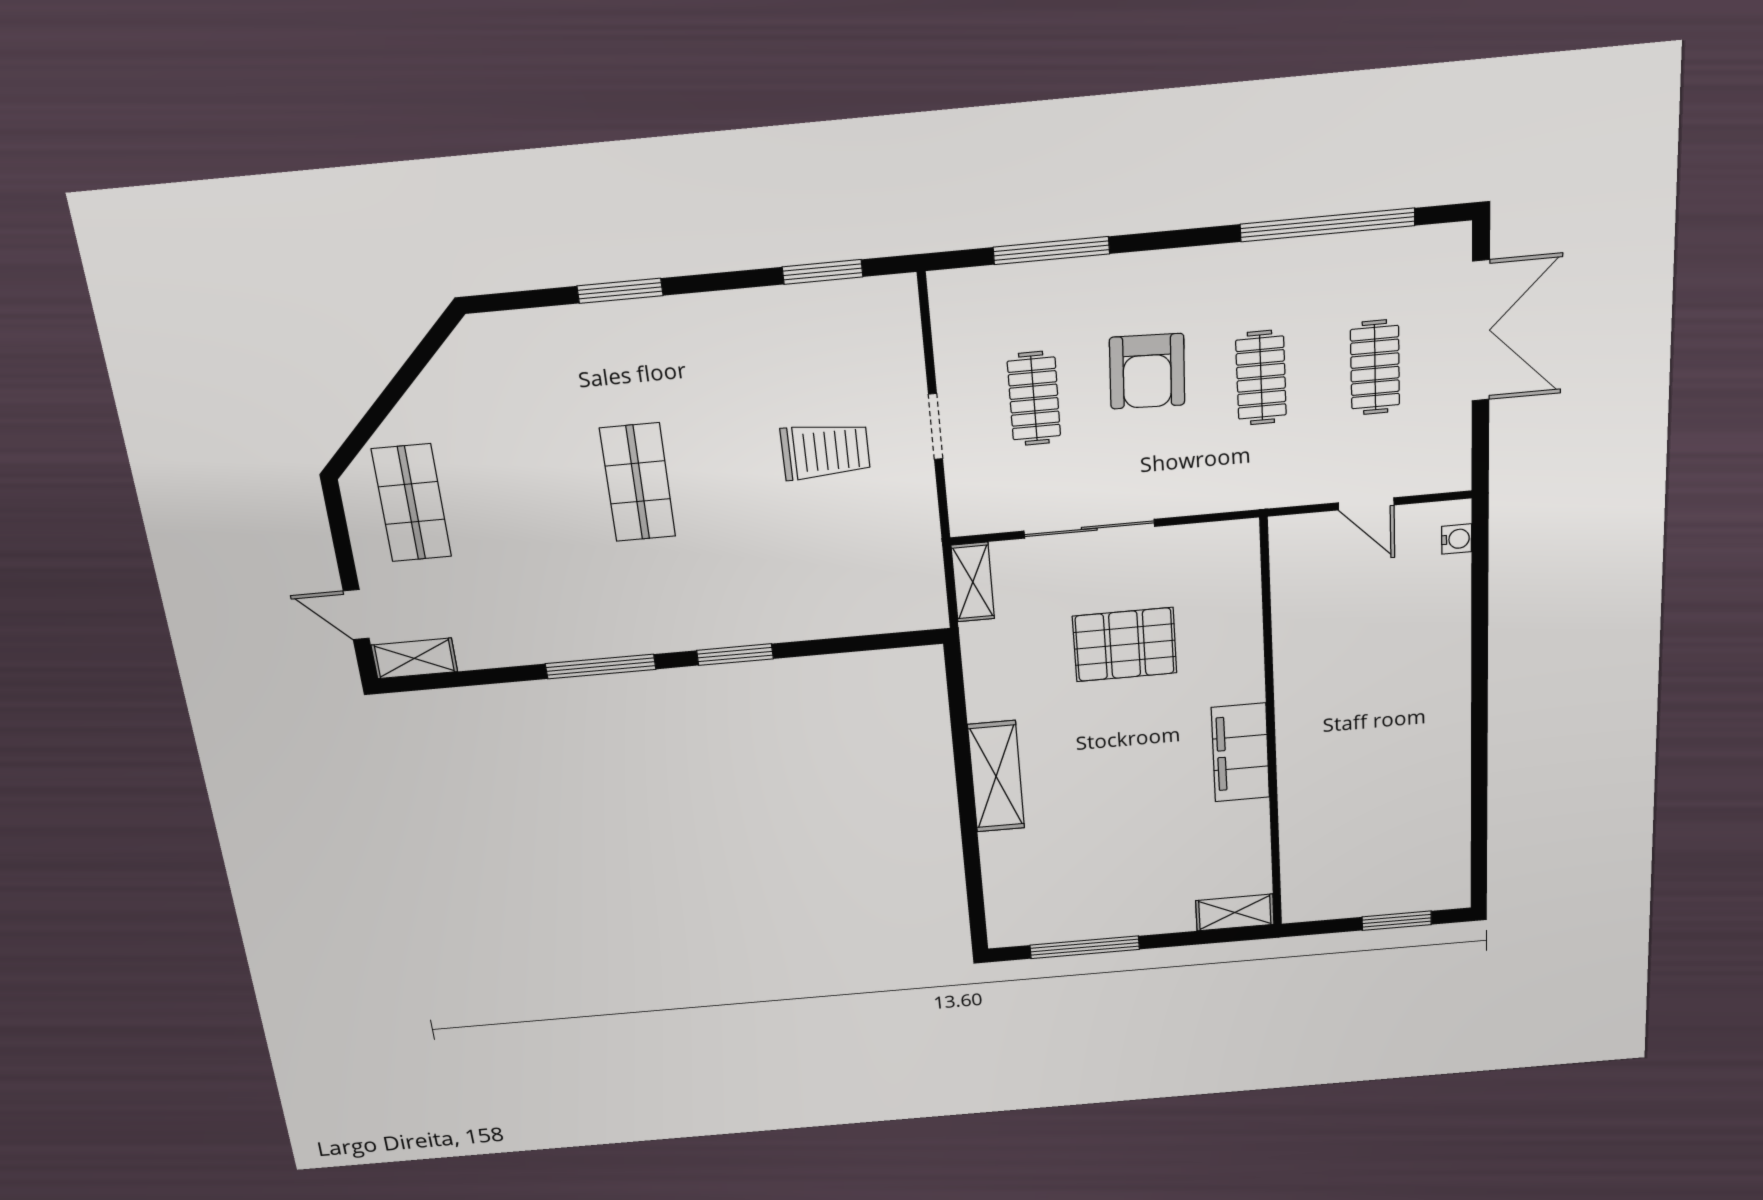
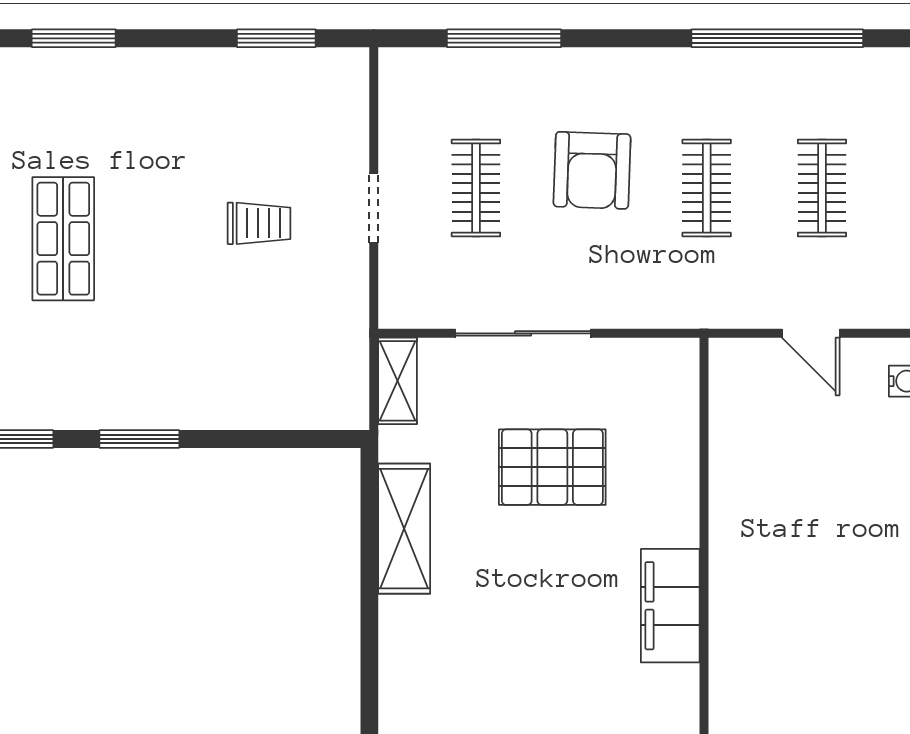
trolley: (825, 451) -> (259, 223), width x0.73, depth x0.72
shelving: (996, 777) -> (404, 529), moved

